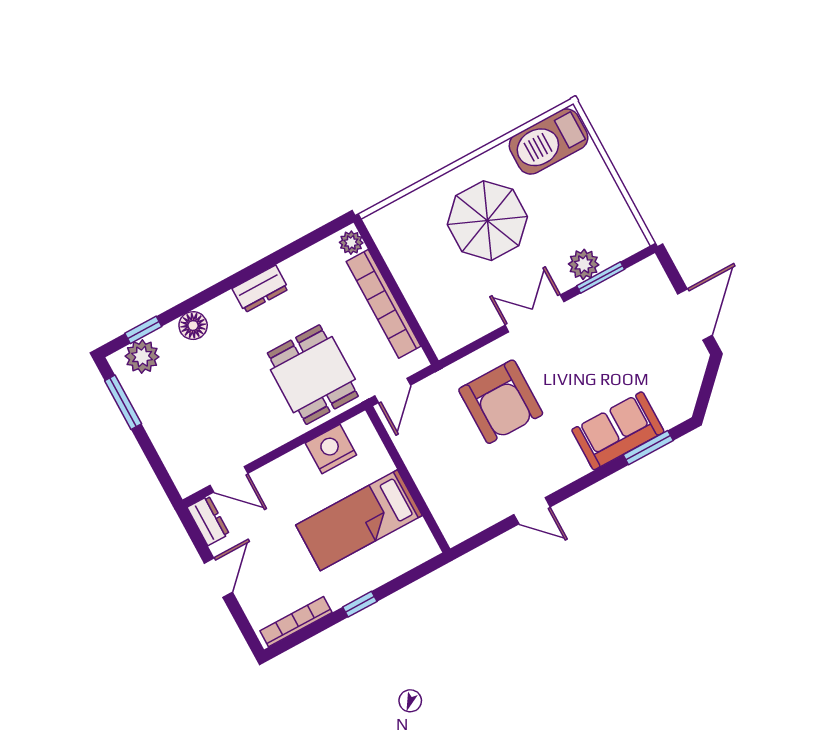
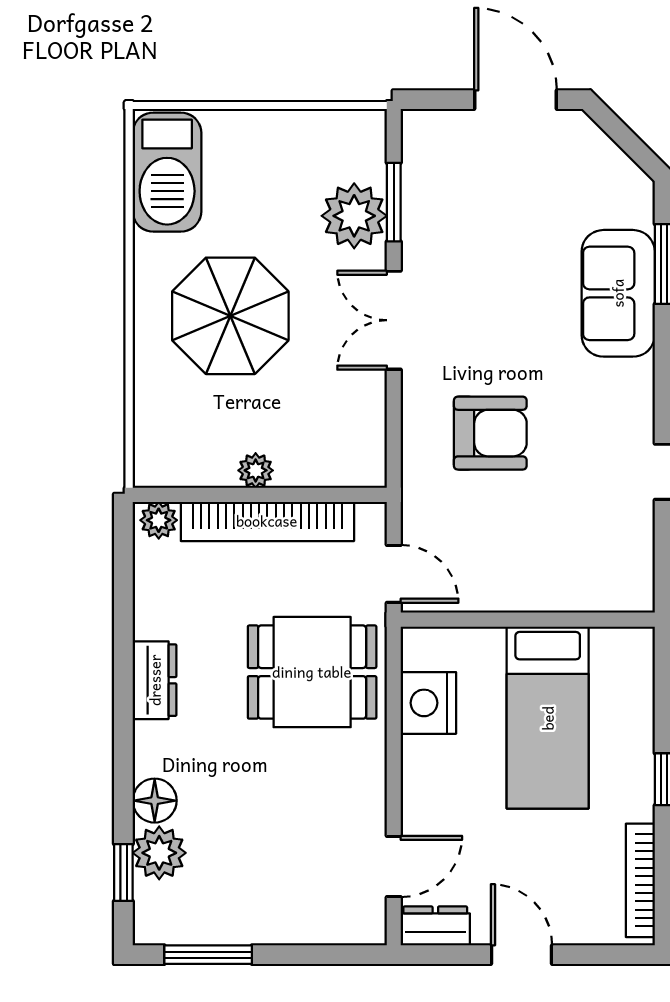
plant: (584, 264) -> (354, 216), width x1.36, depth x1.36
plant: (408, 282) -> (256, 470), added
plant: (142, 357) -> (159, 853), moved
armchair: (501, 402) -> (490, 433), width x0.73, depth x0.73

